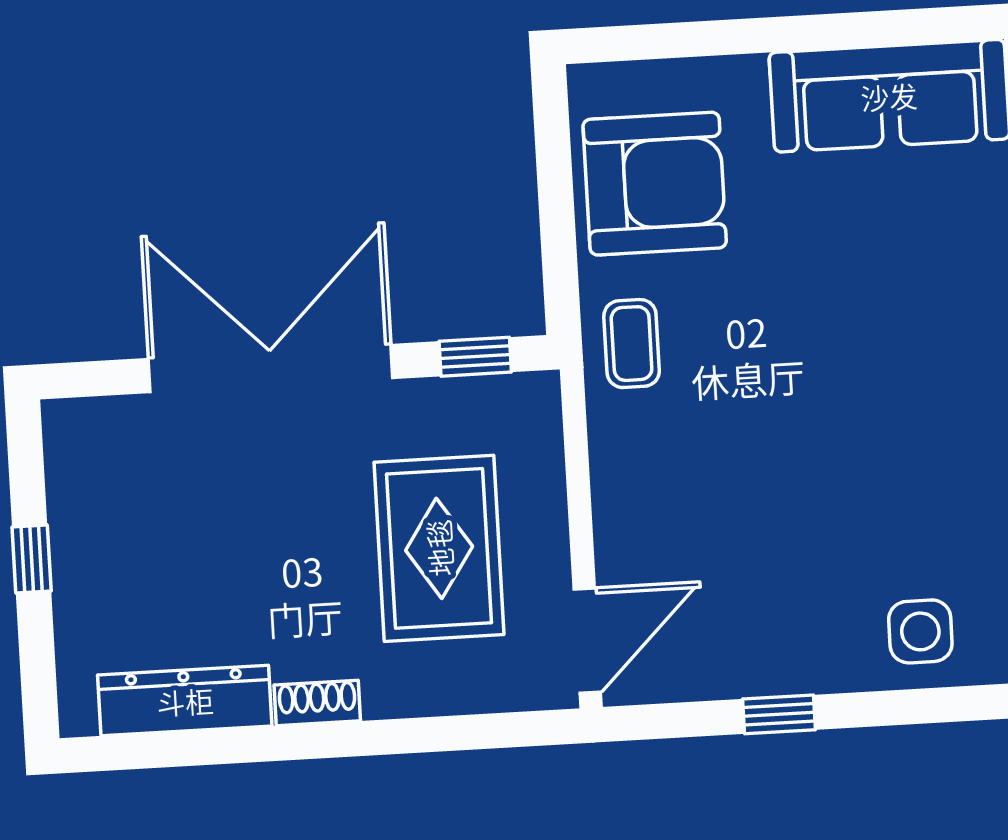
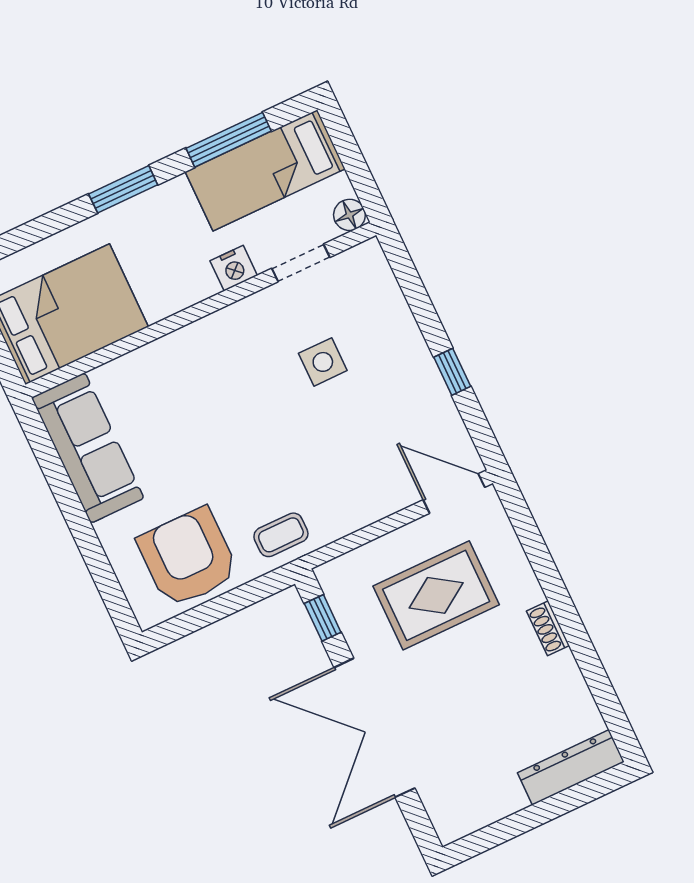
window: (32, 559) -> (532, 817), removed
side table: (920, 631) -> (323, 362), moved
dresser: (185, 701) -> (571, 767), moved, turned 90

